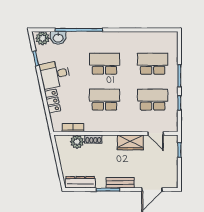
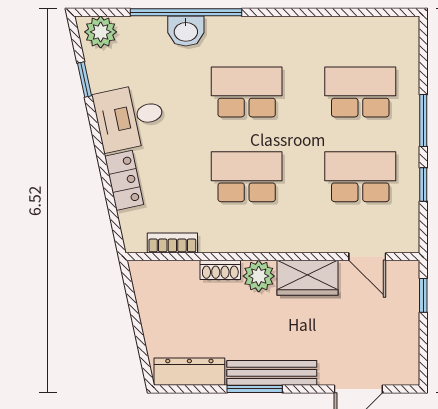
washbasin: (58, 38) -> (186, 31), moved
plant: (77, 142) -> (259, 276), moved
bench: (120, 183) -> (272, 373), width x1.36

